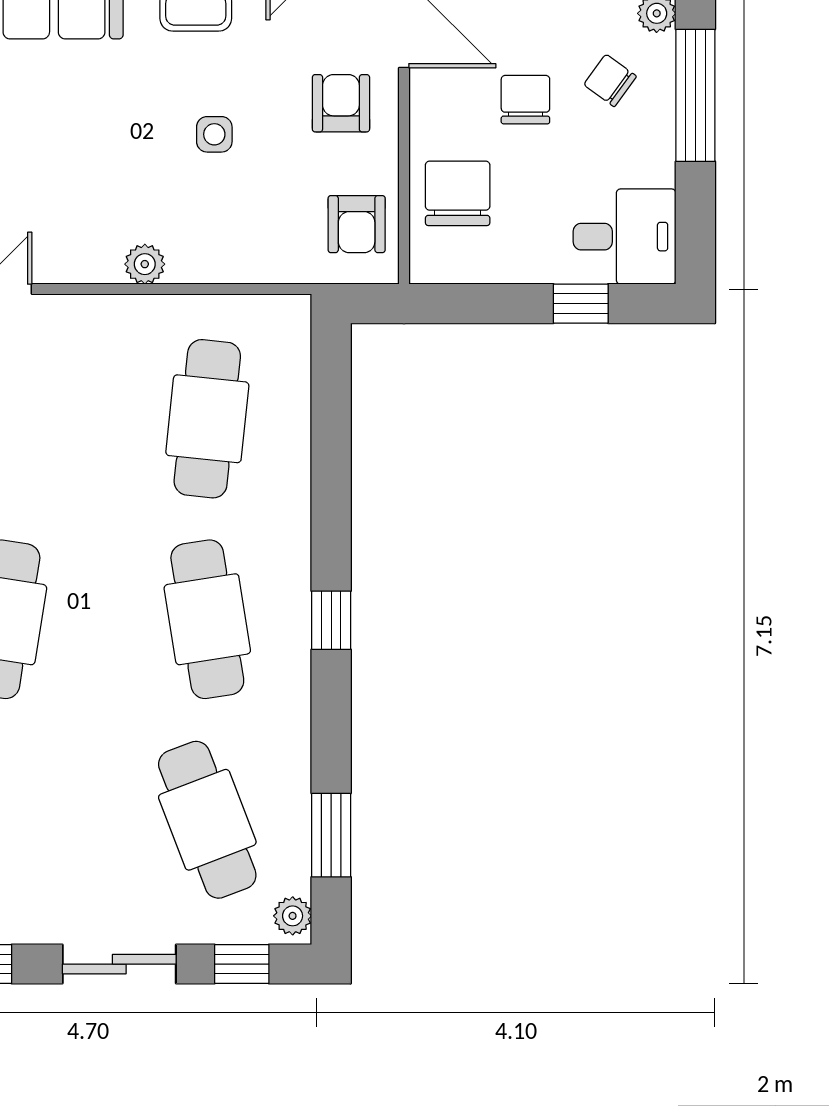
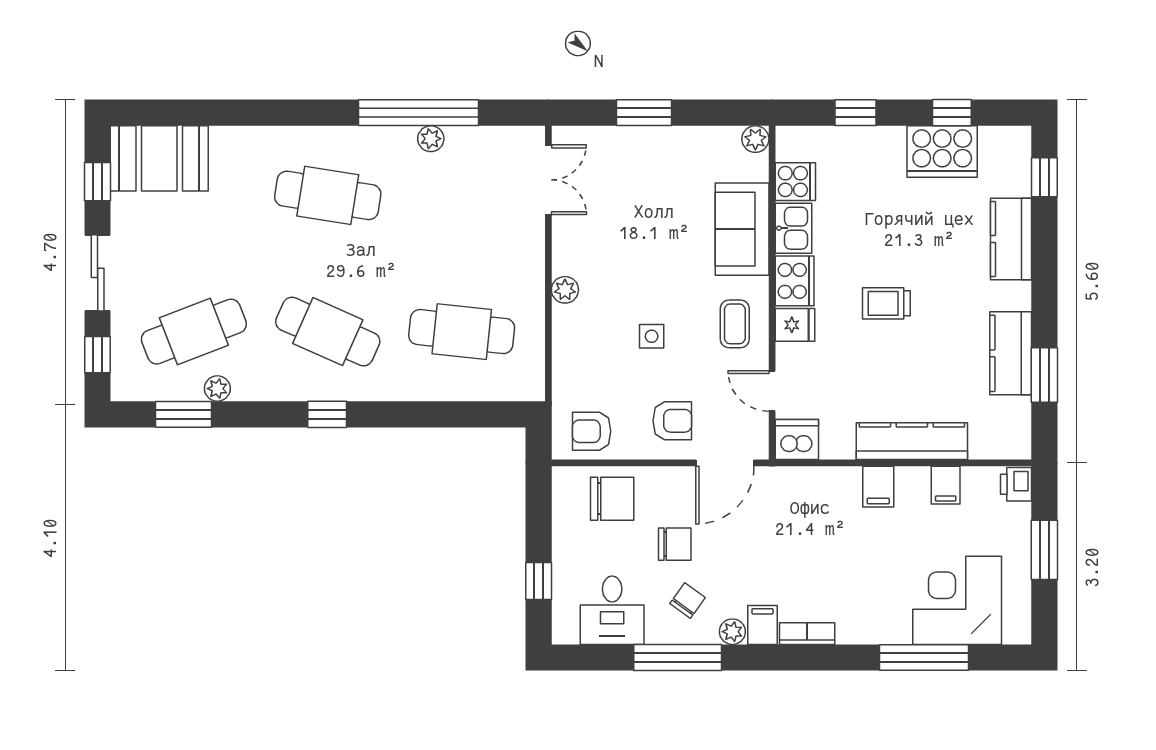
desk: (625, 237) -> (612, 610), moved
cafe table: (207, 619) -> (328, 332), turned 33
plant: (293, 916) -> (217, 389), moved

